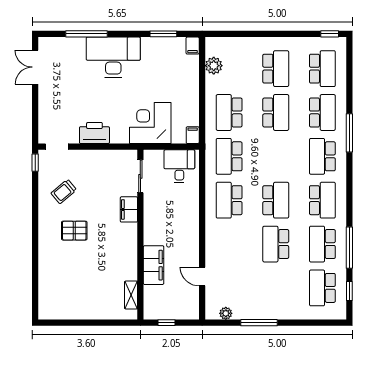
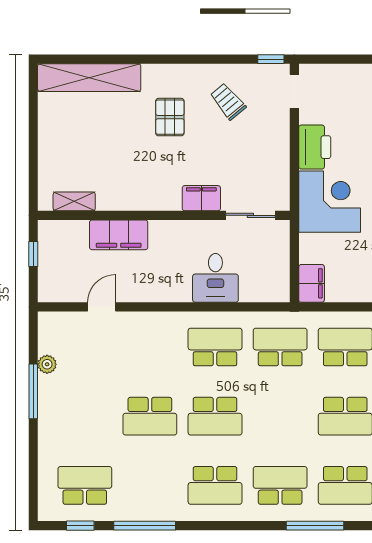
corner desk: (150, 123) -> (330, 202), moved
filing cabinet: (193, 135) -> (312, 283), width x2.00
desk: (179, 166) -> (215, 278), moved, turned 90
school desk: (276, 244) -> (150, 416), turned 180
school desk: (322, 244) -> (150, 485), removed
shelving: (48, 285) -> (89, 78), added
plant: (226, 313) -> (47, 364), moved

